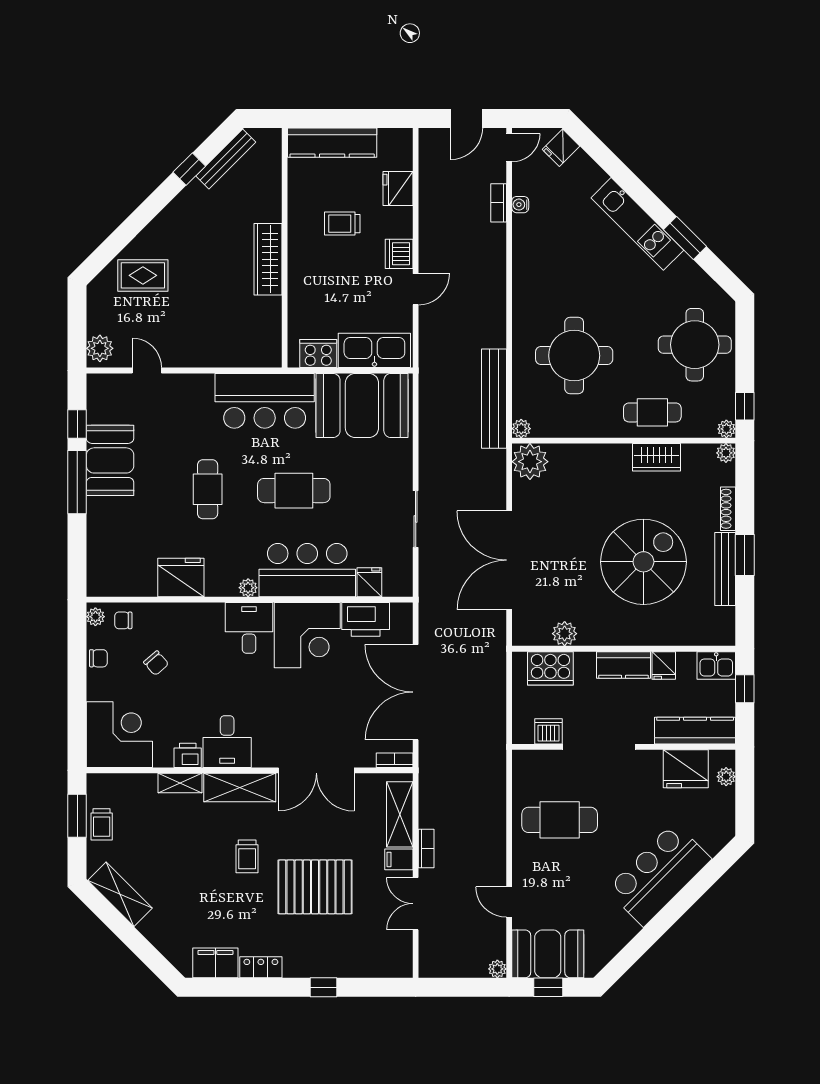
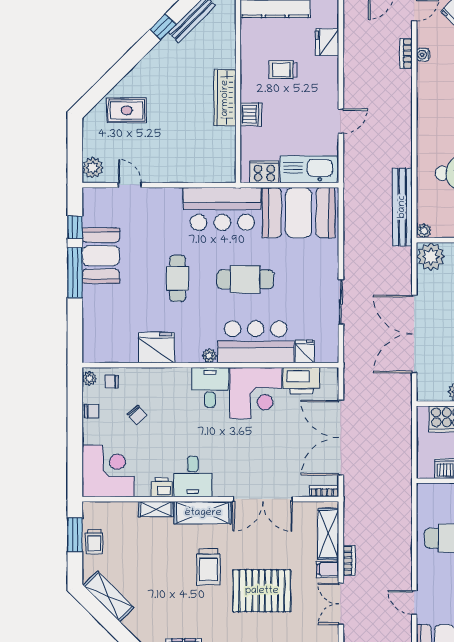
dishwasher: (399, 254) -> (251, 114), moved, turned 180
trolley: (247, 856) -> (208, 567), width x1.36, depth x1.39

